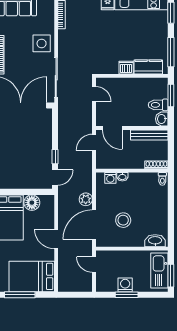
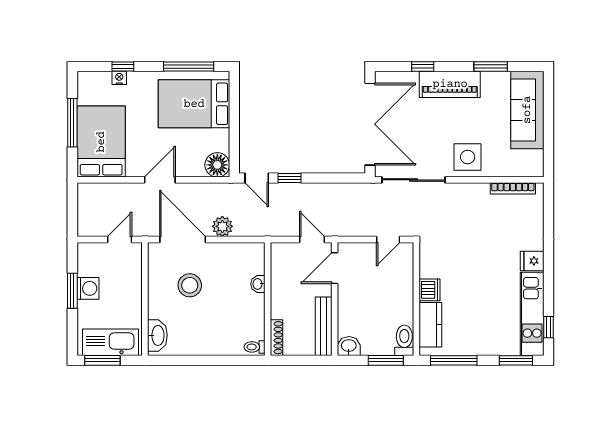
toilet: (158, 105) -> (404, 340), moved
washing machine: (110, 178) -> (256, 265), removed
floor lamp: (32, 203) -> (217, 165), moved

